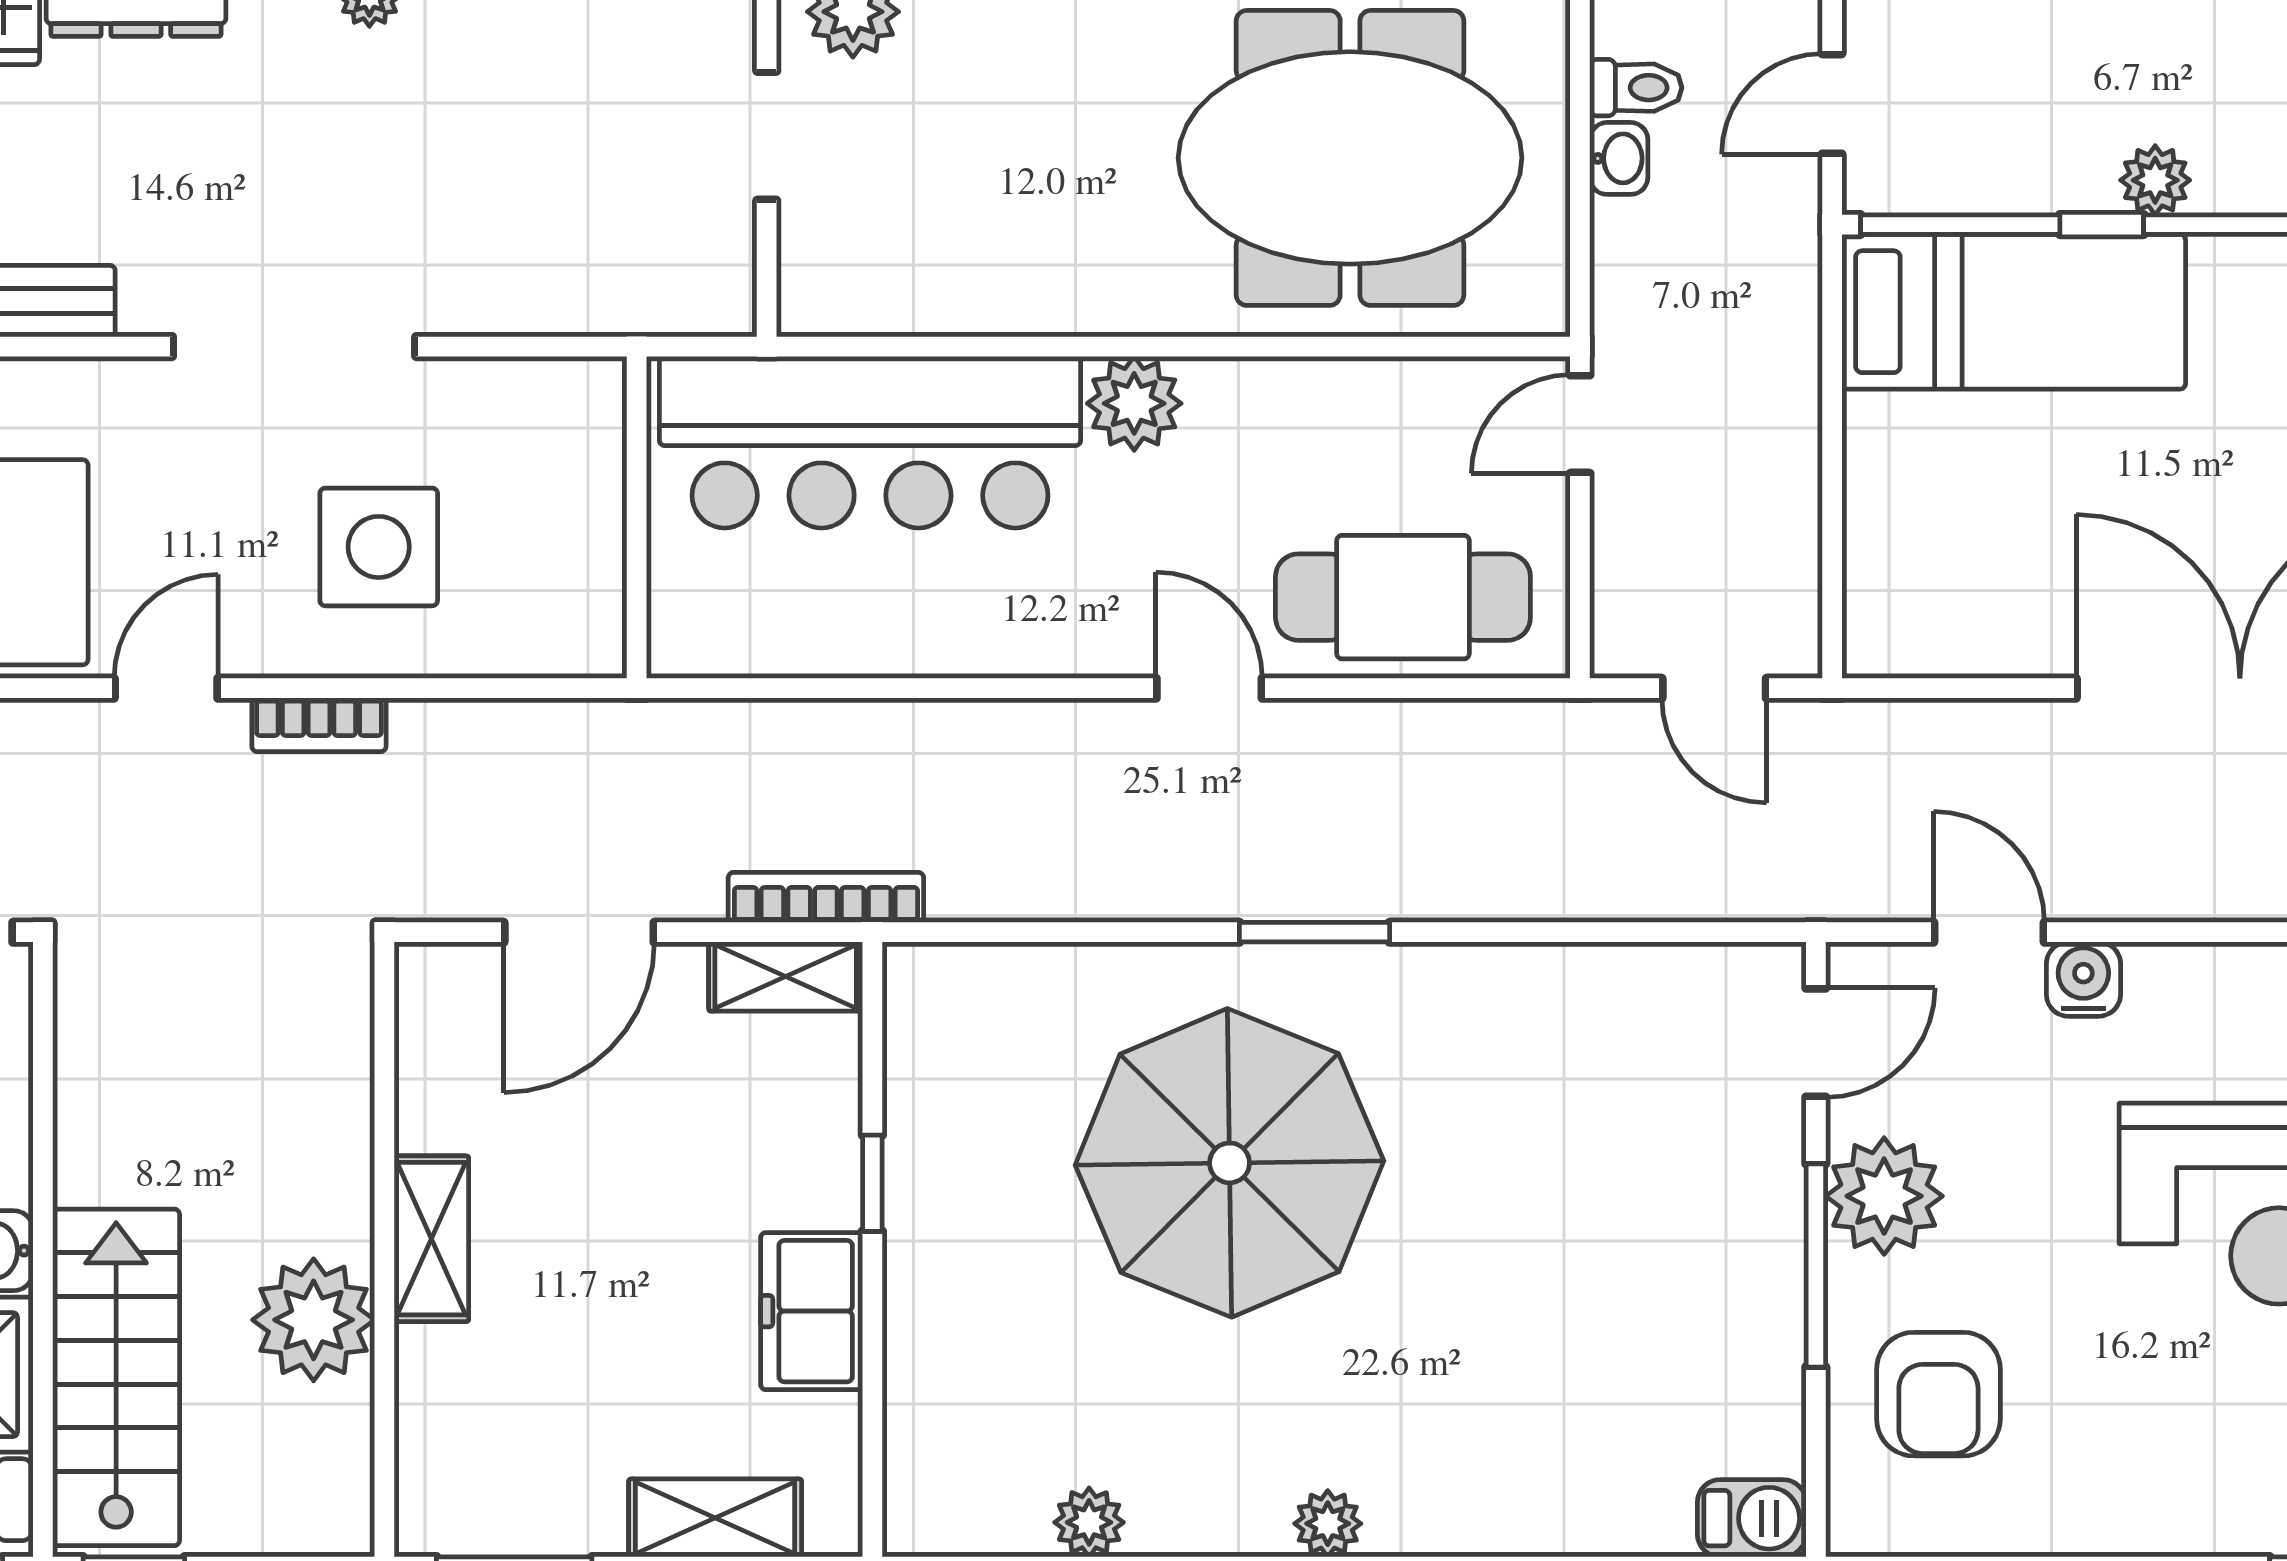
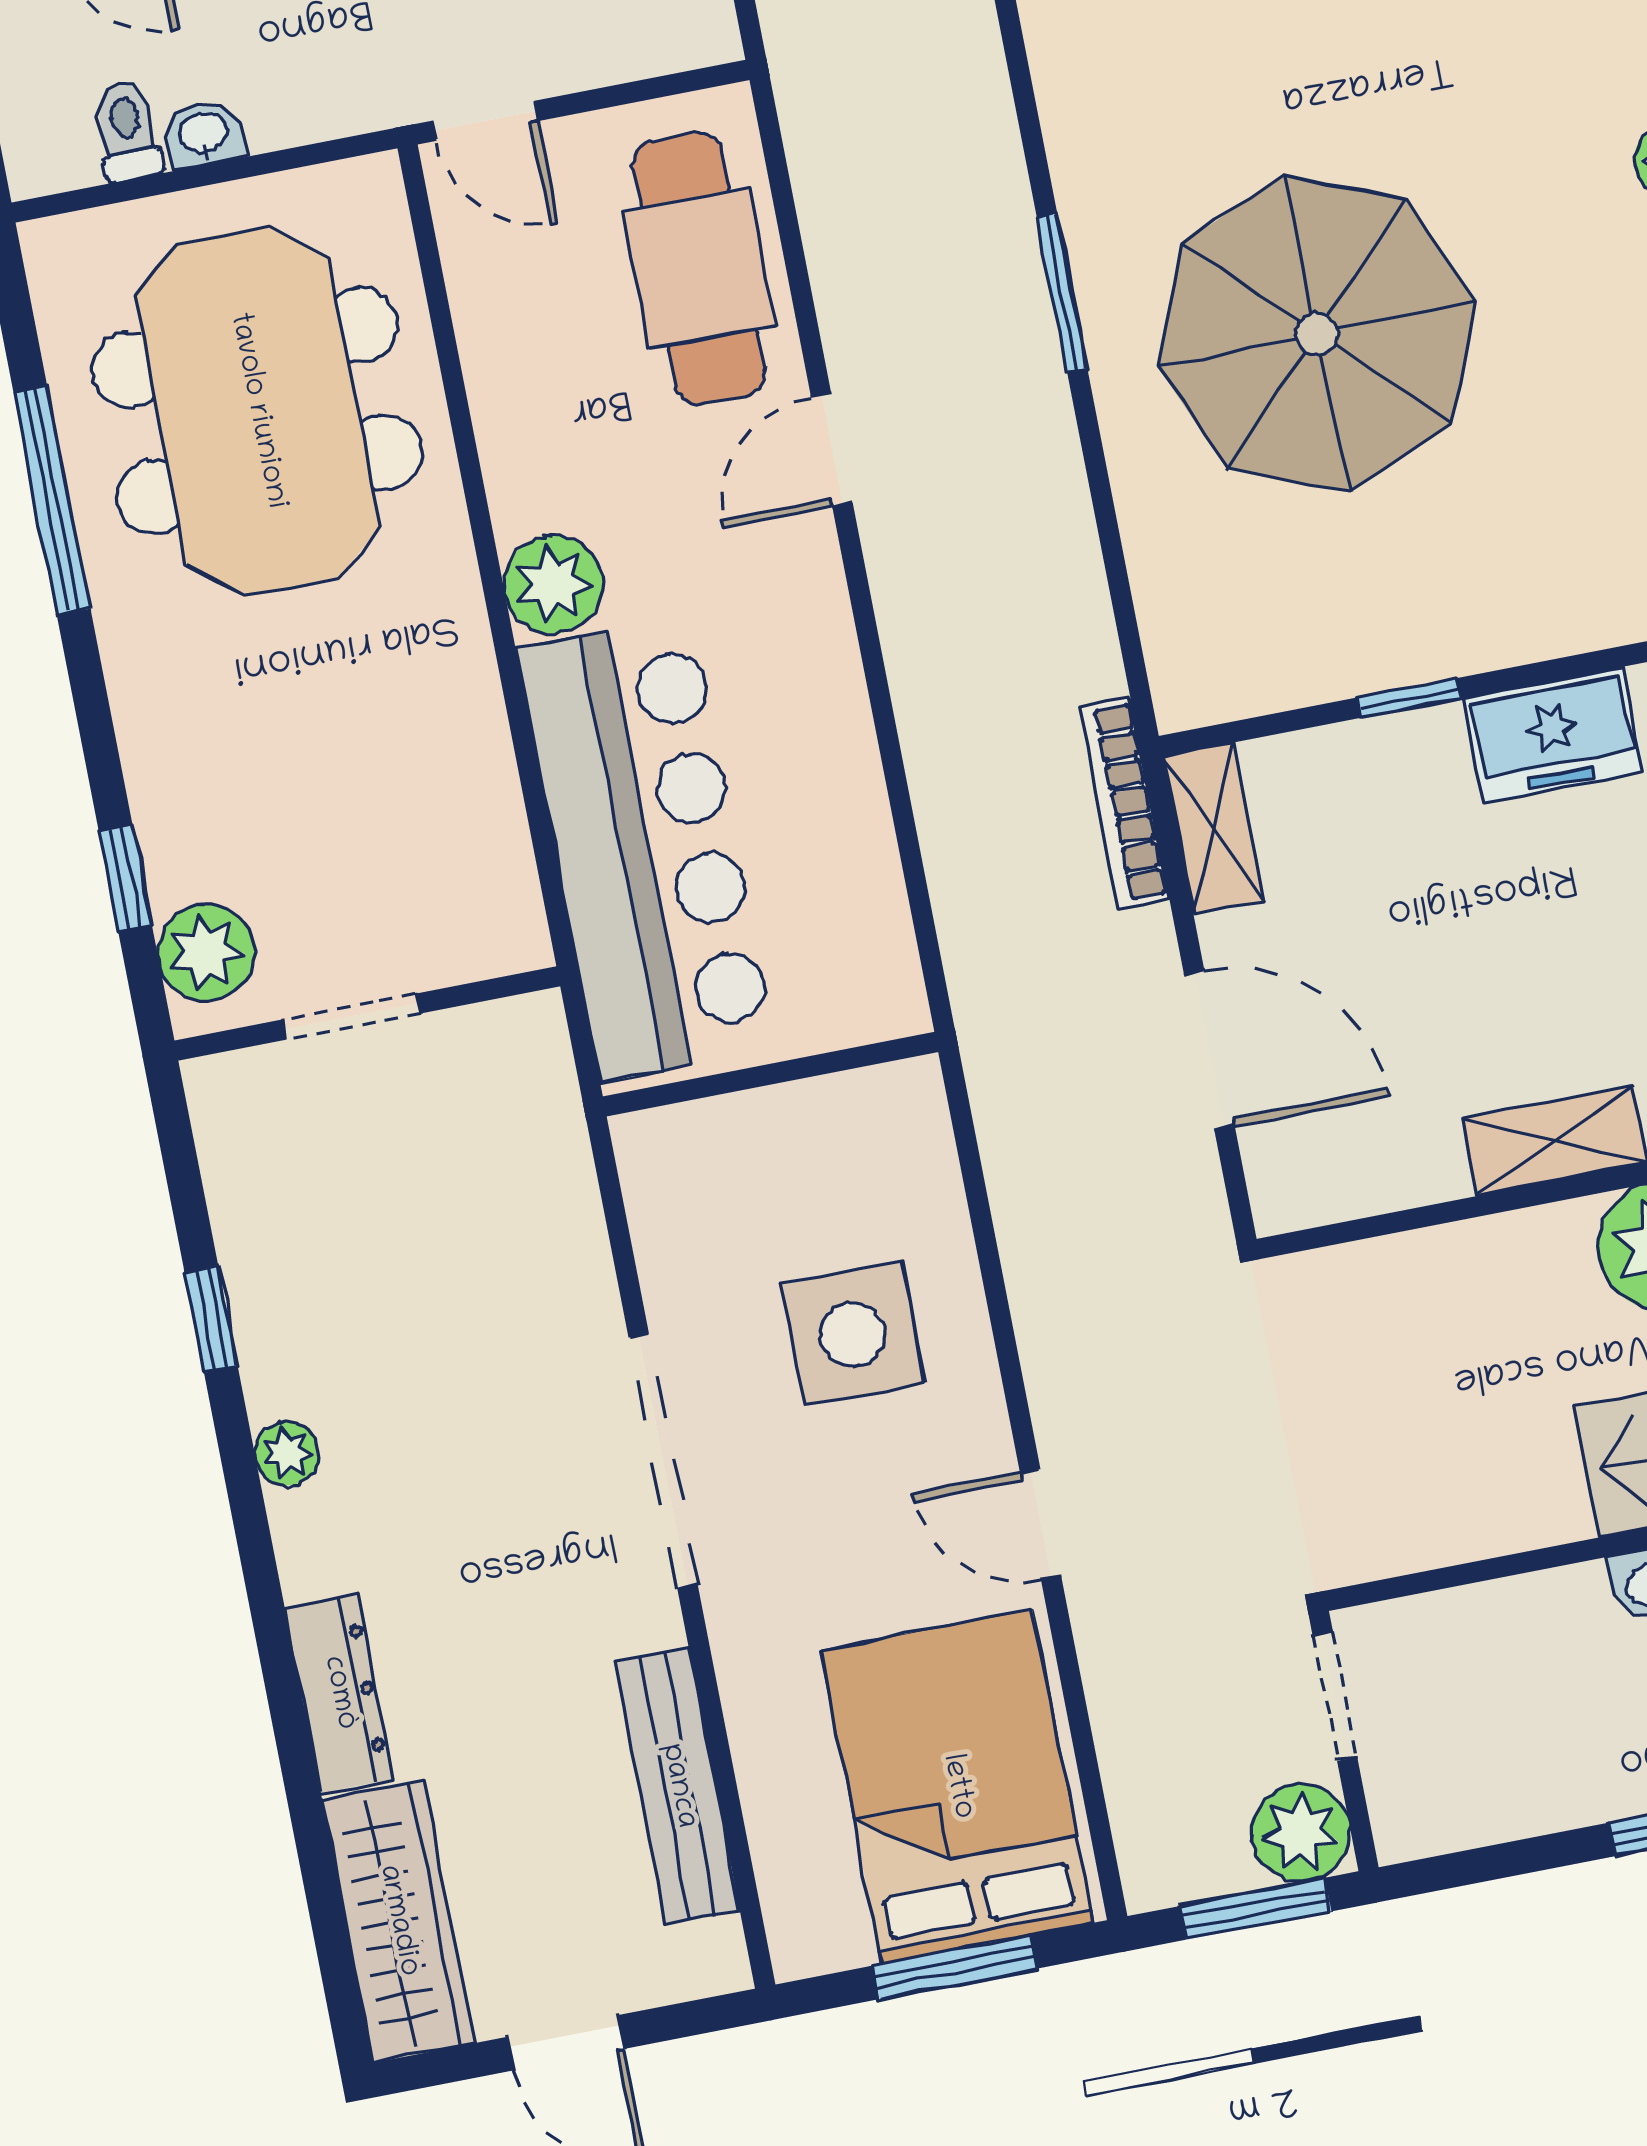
bookcase: (319, 725) -> (1048, 1360), removed

